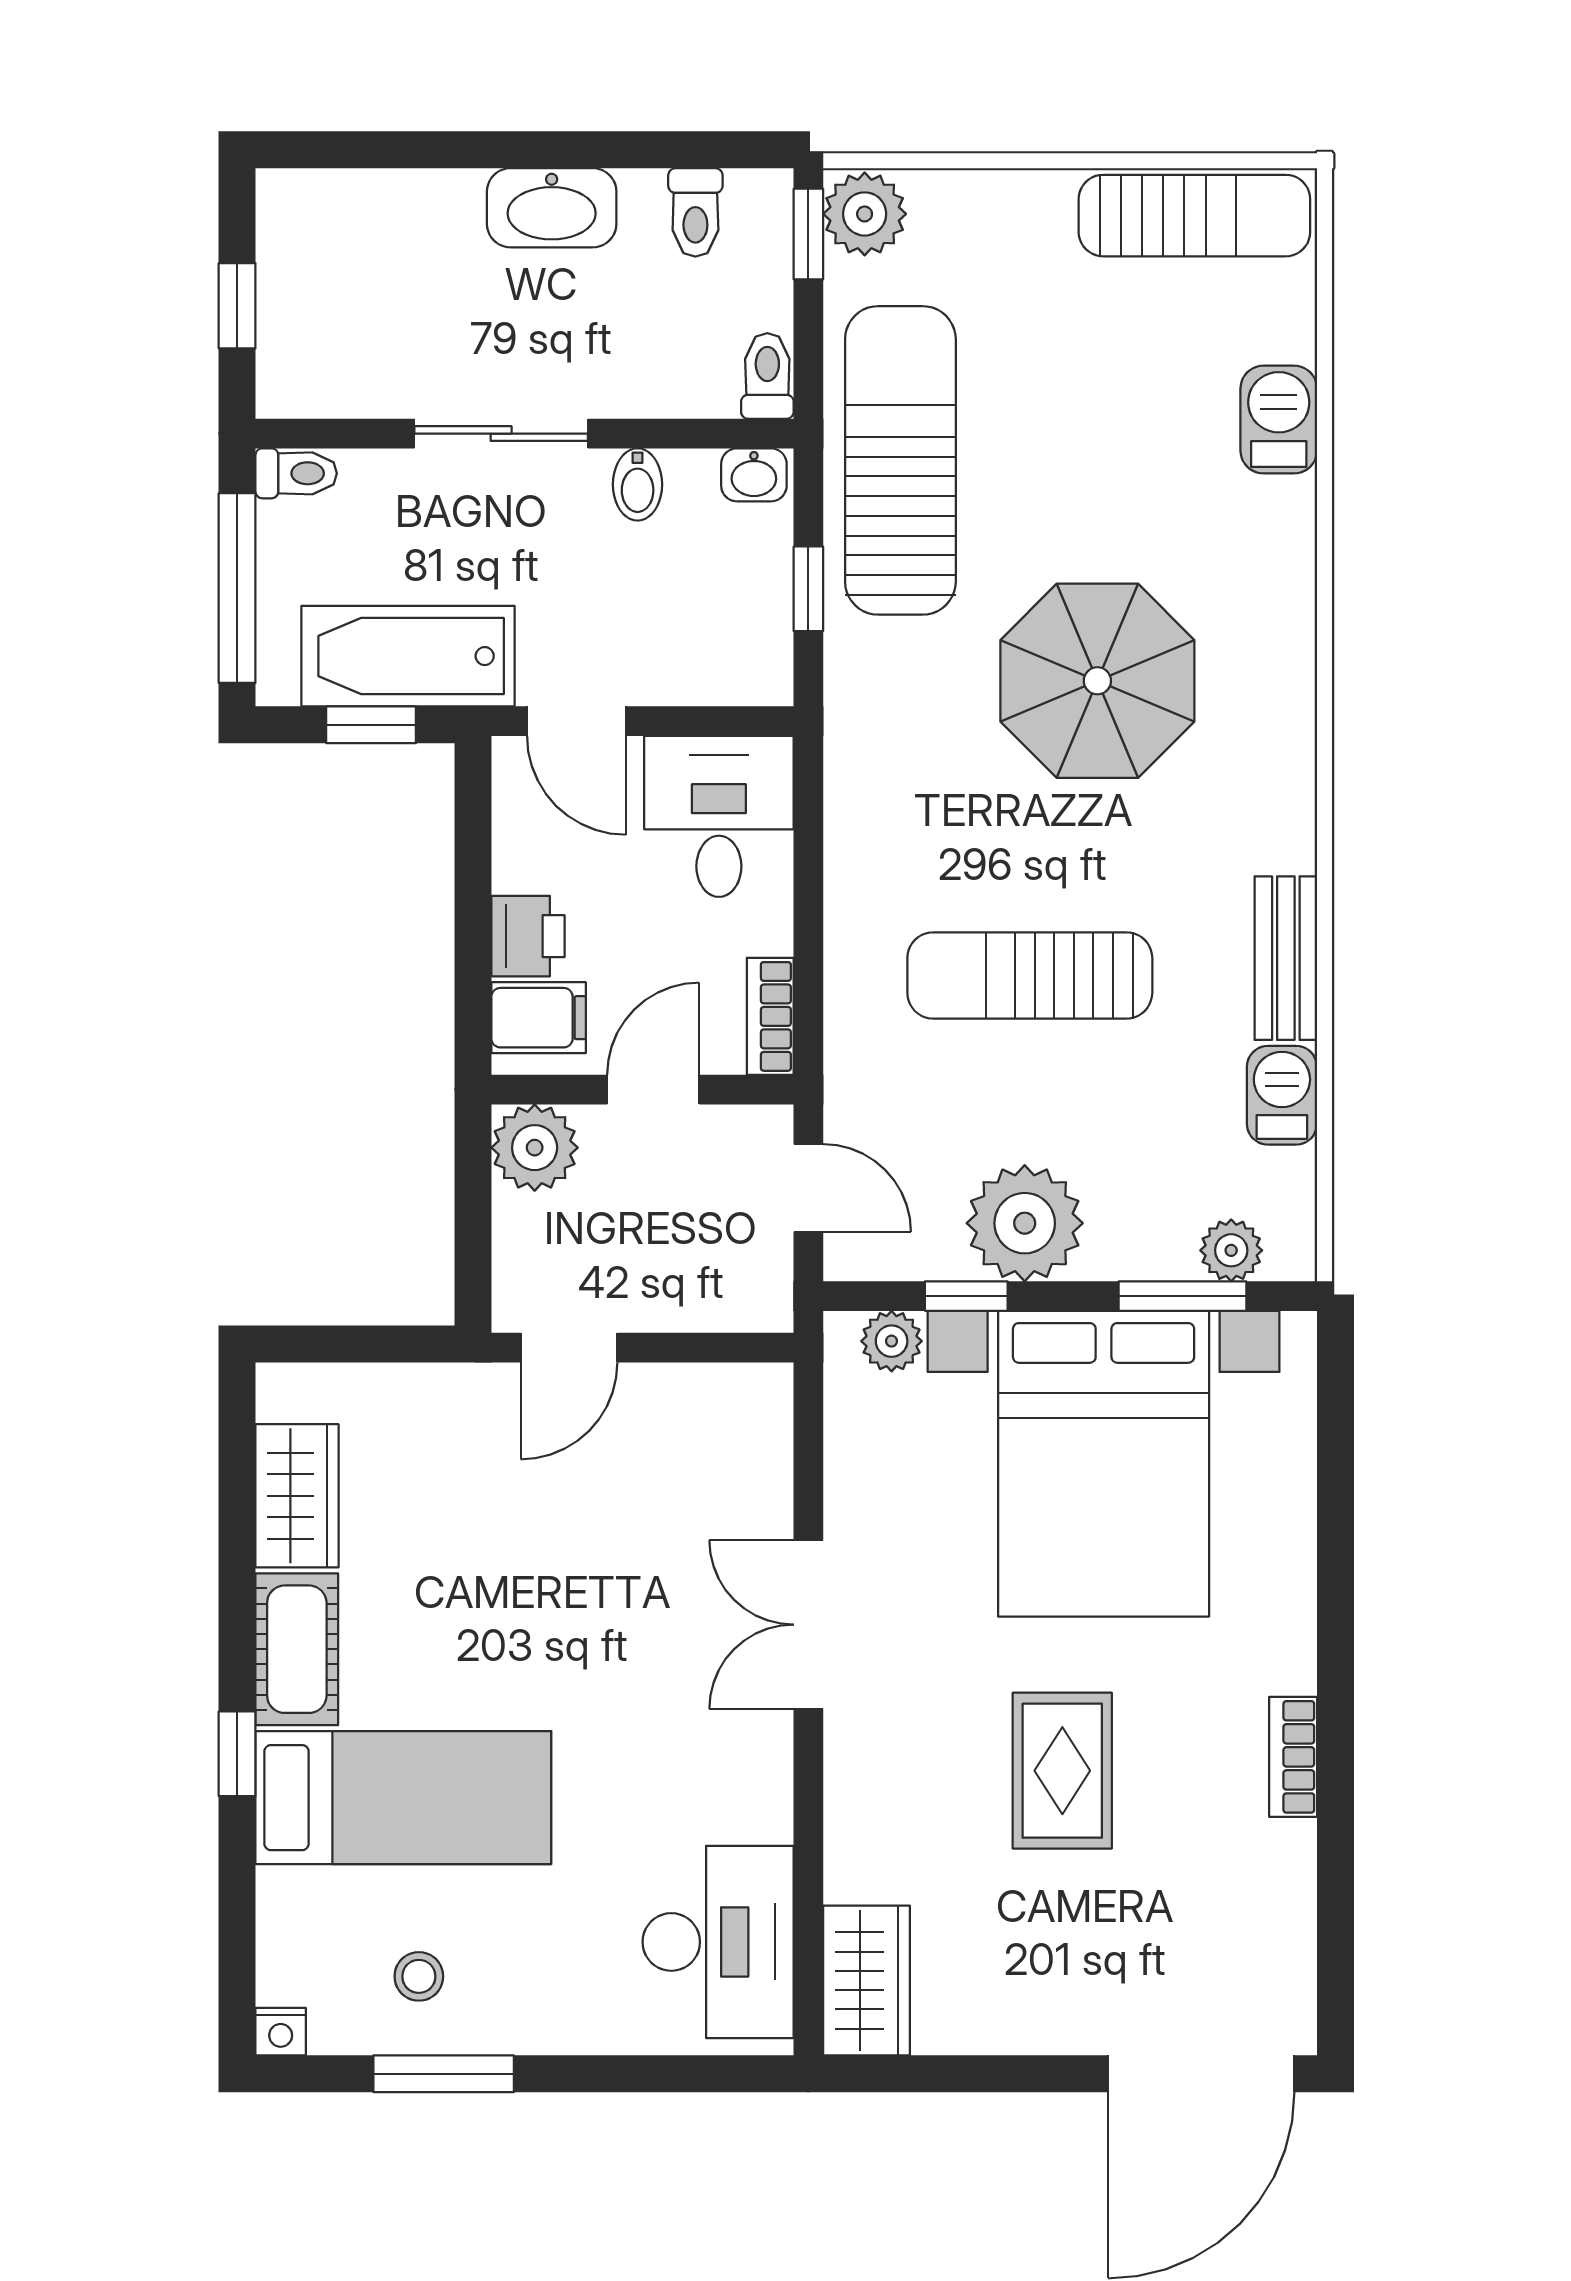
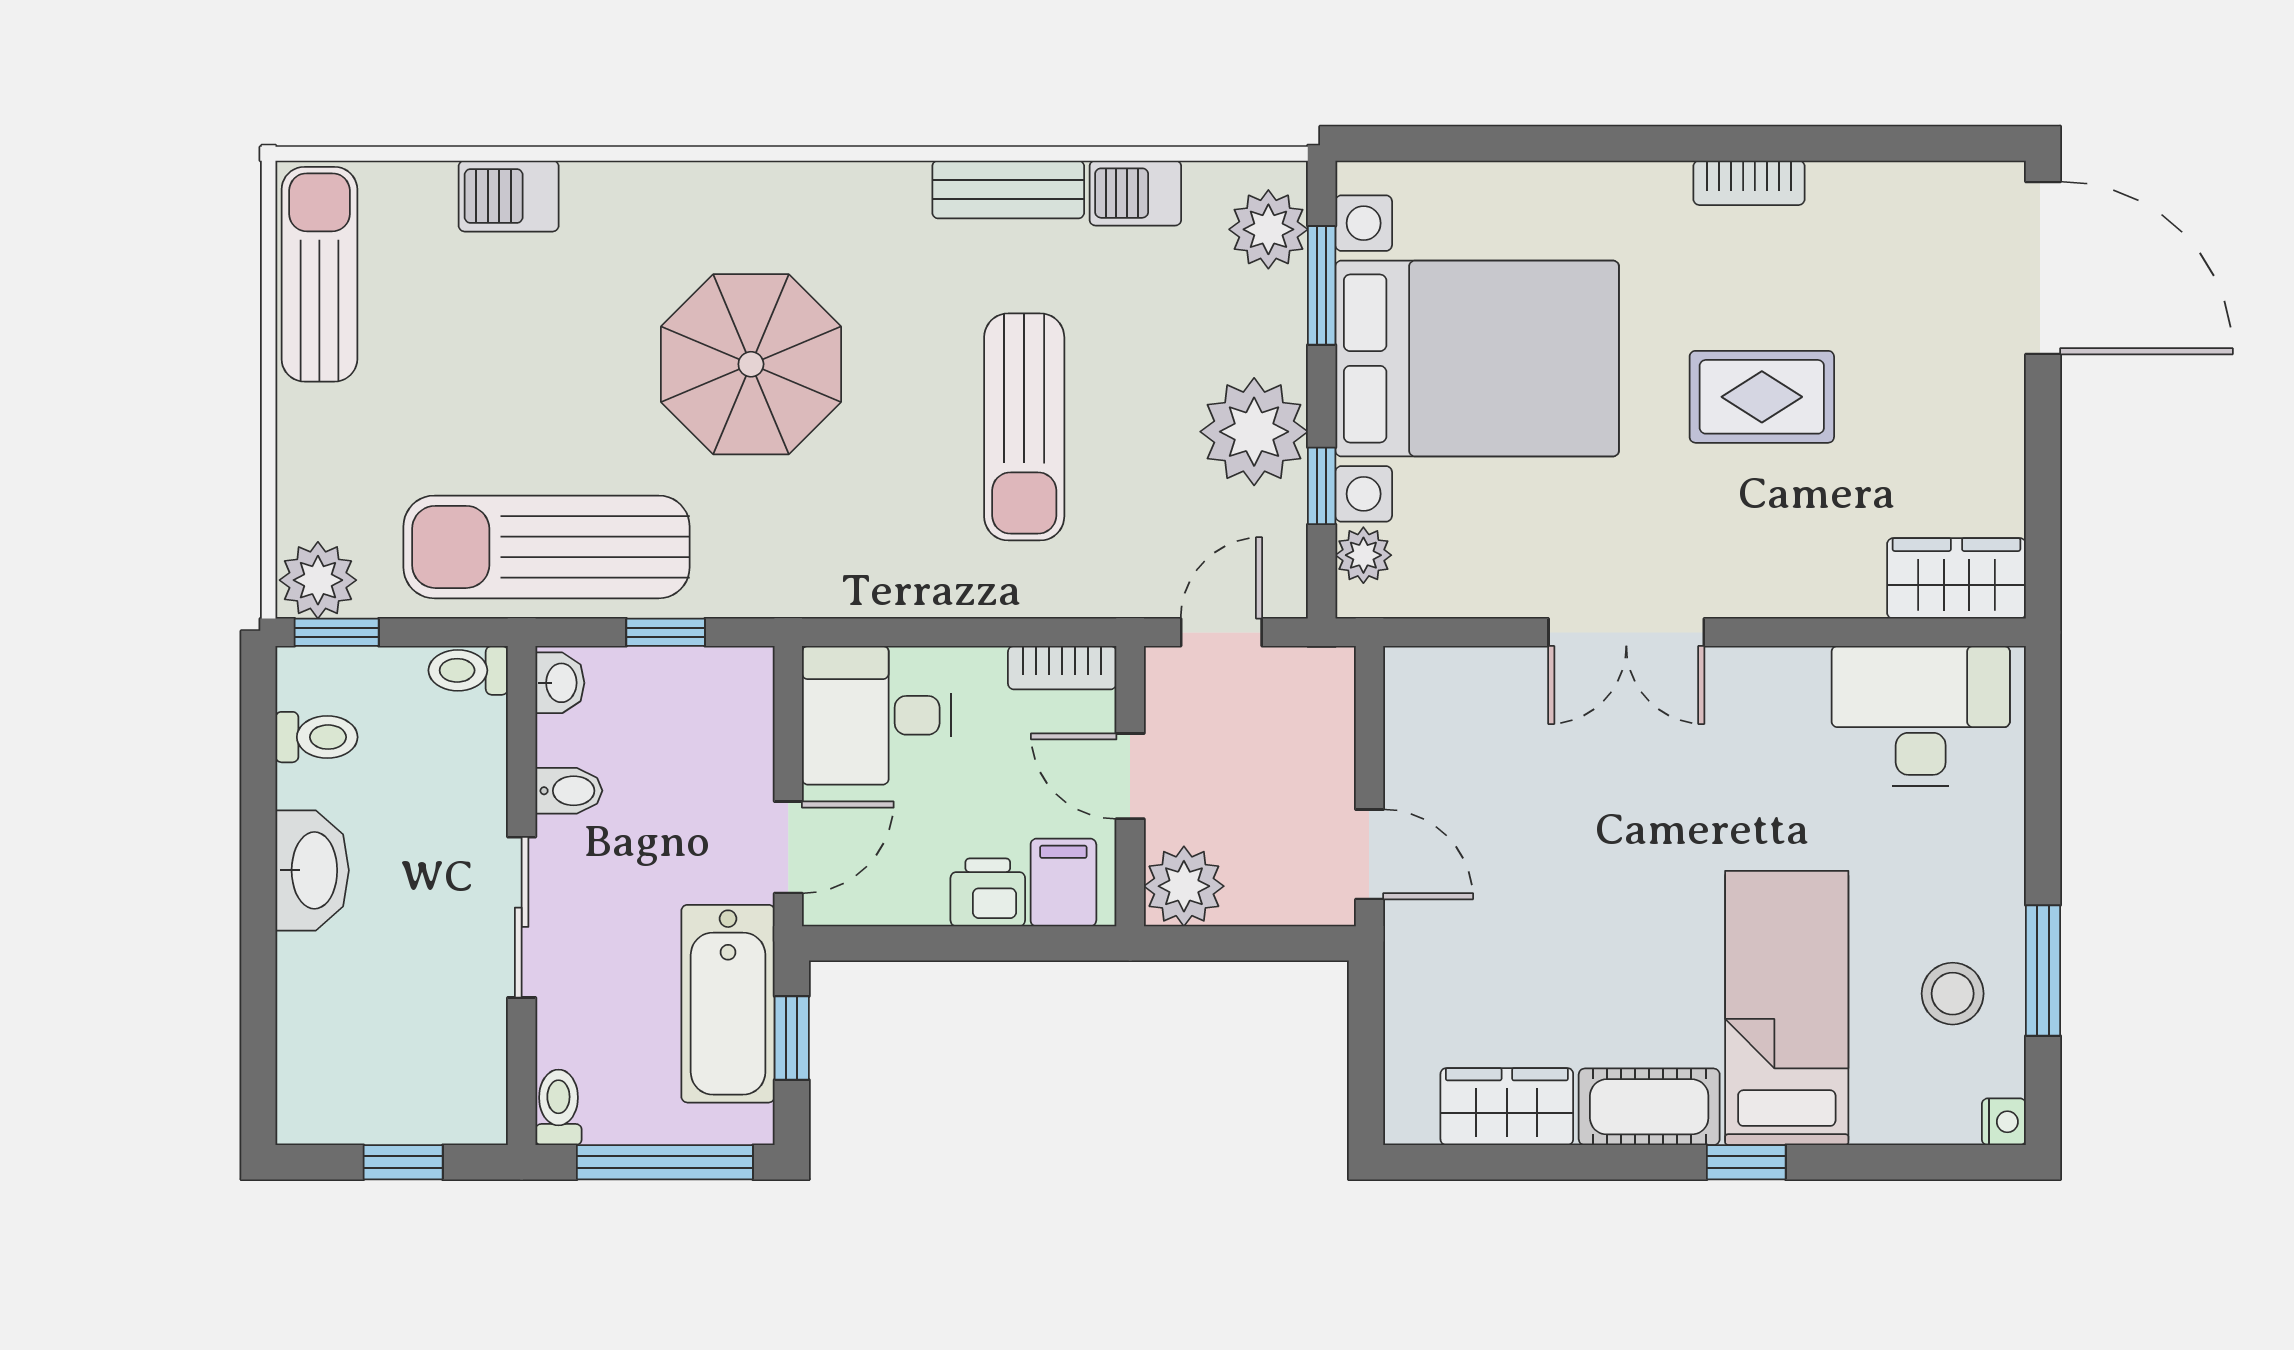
plant: (1231, 1250) -> (1268, 229), width x1.38, depth x1.38
stool: (419, 1976) -> (1953, 994), width x1.37, depth x1.37

